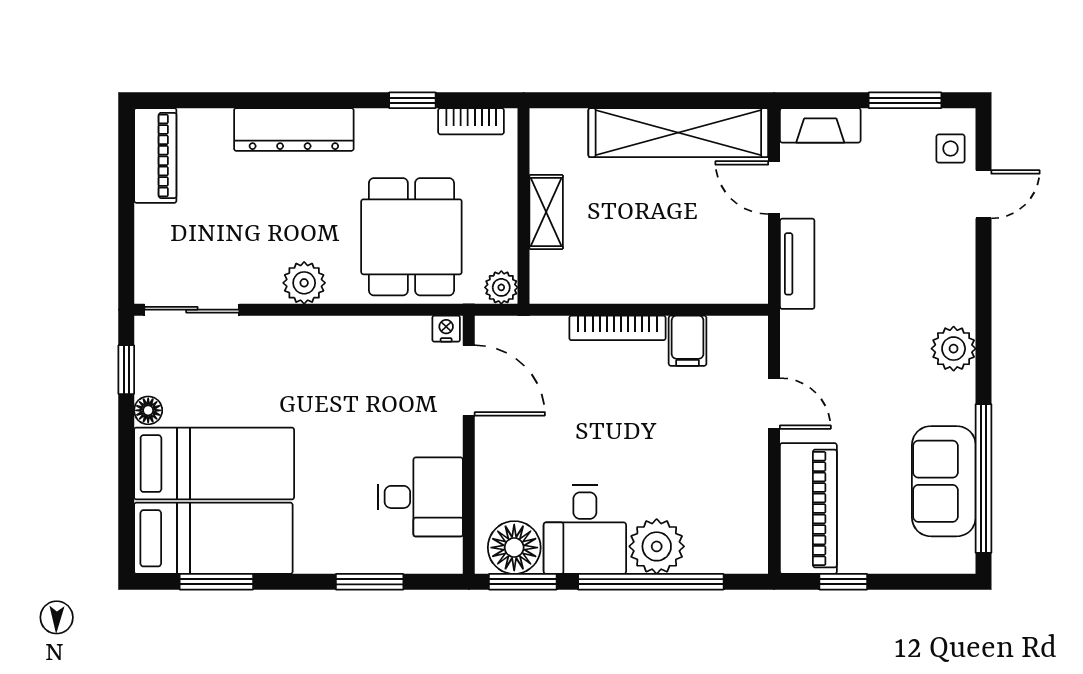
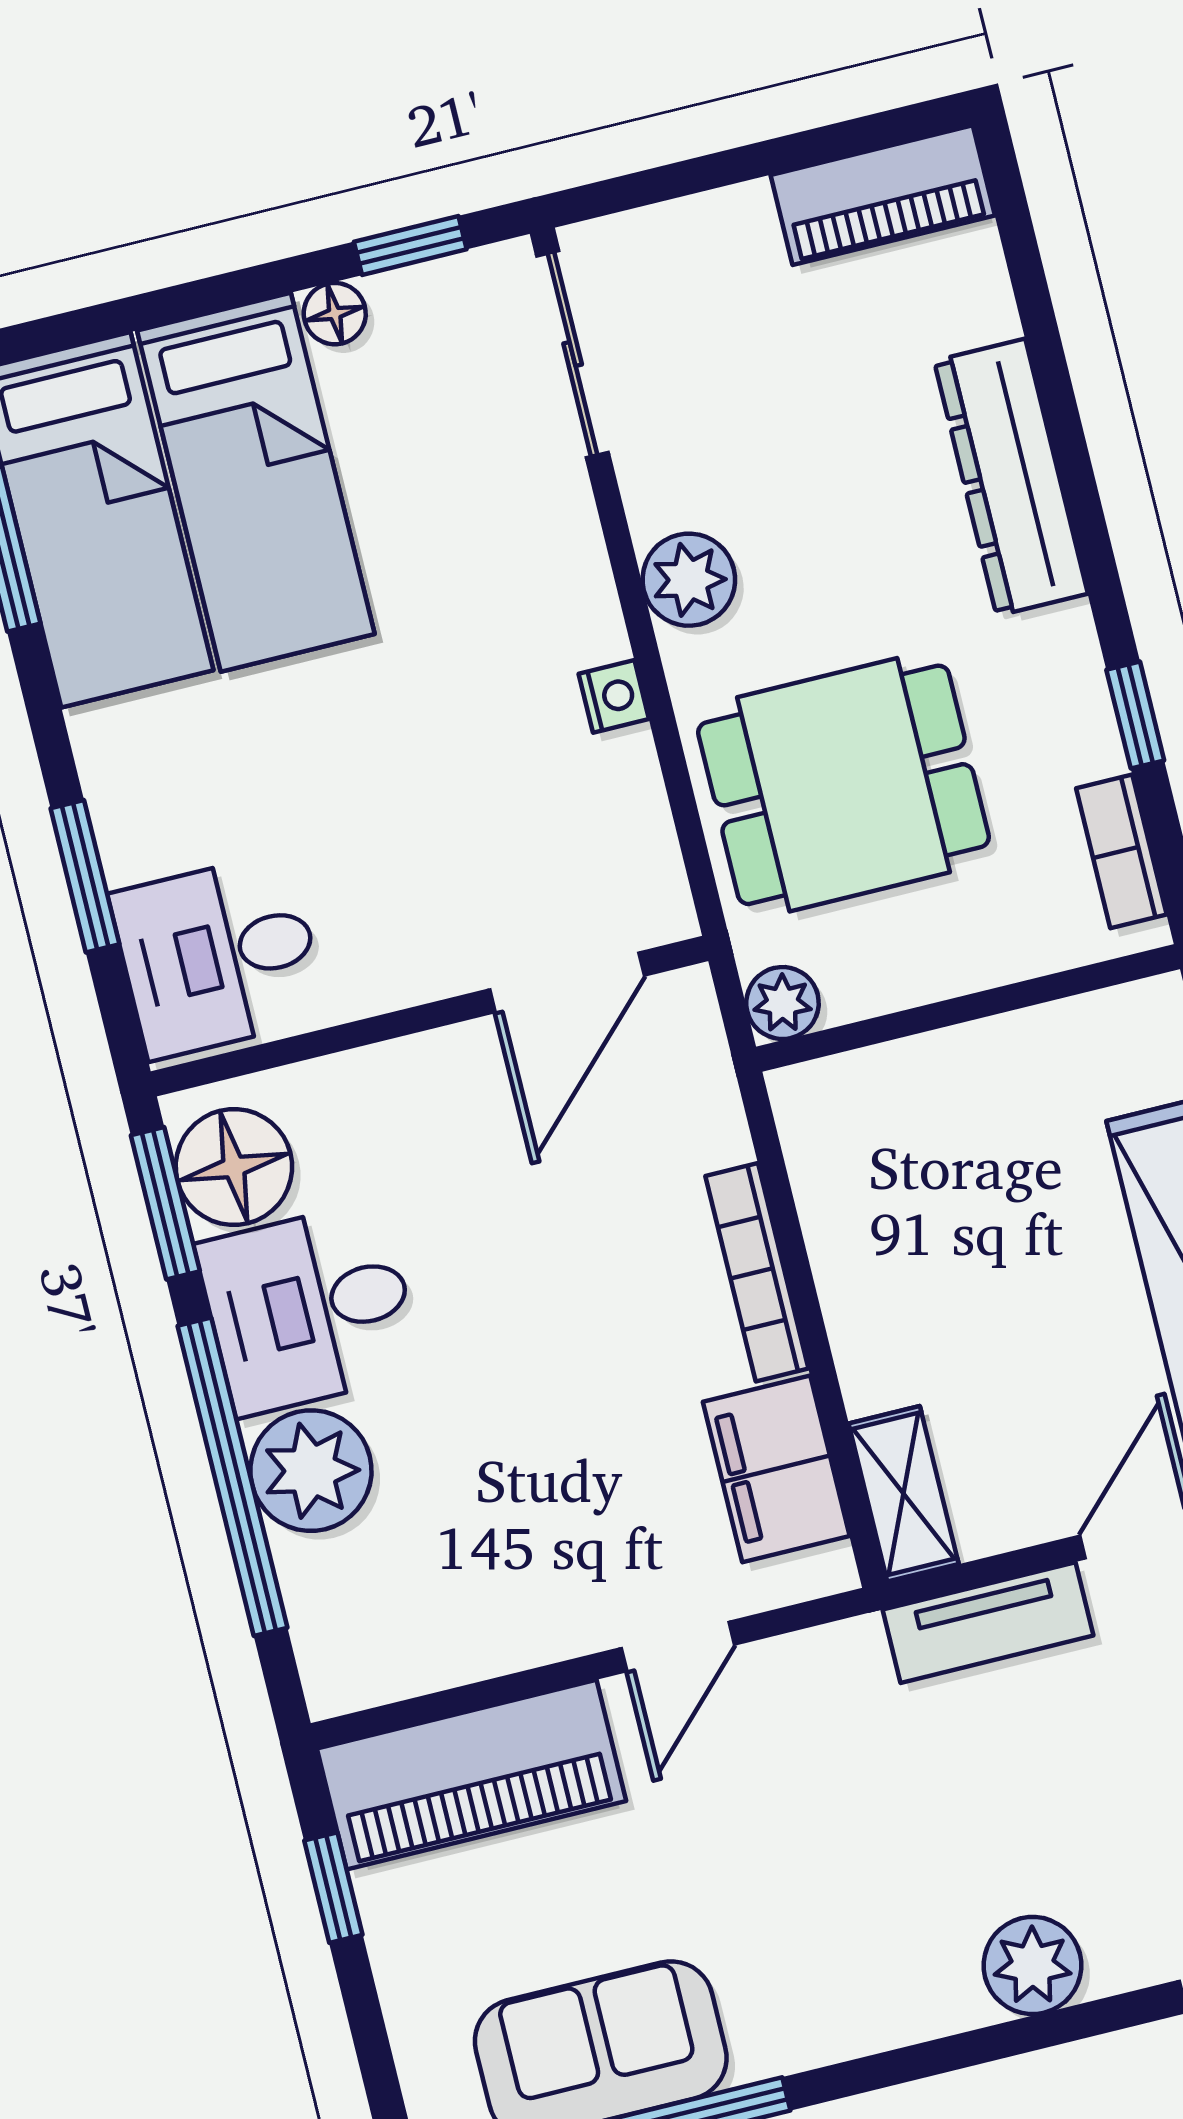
shelving: (546, 212) -> (904, 1494), moved, turned 90
nightstand: (446, 329) -> (614, 696), moved
filing cabinet: (688, 341) -> (776, 1469), width x2.00
plant: (954, 349) -> (1032, 1965), moved
desk: (420, 497) -> (219, 956), moved, turned 90

